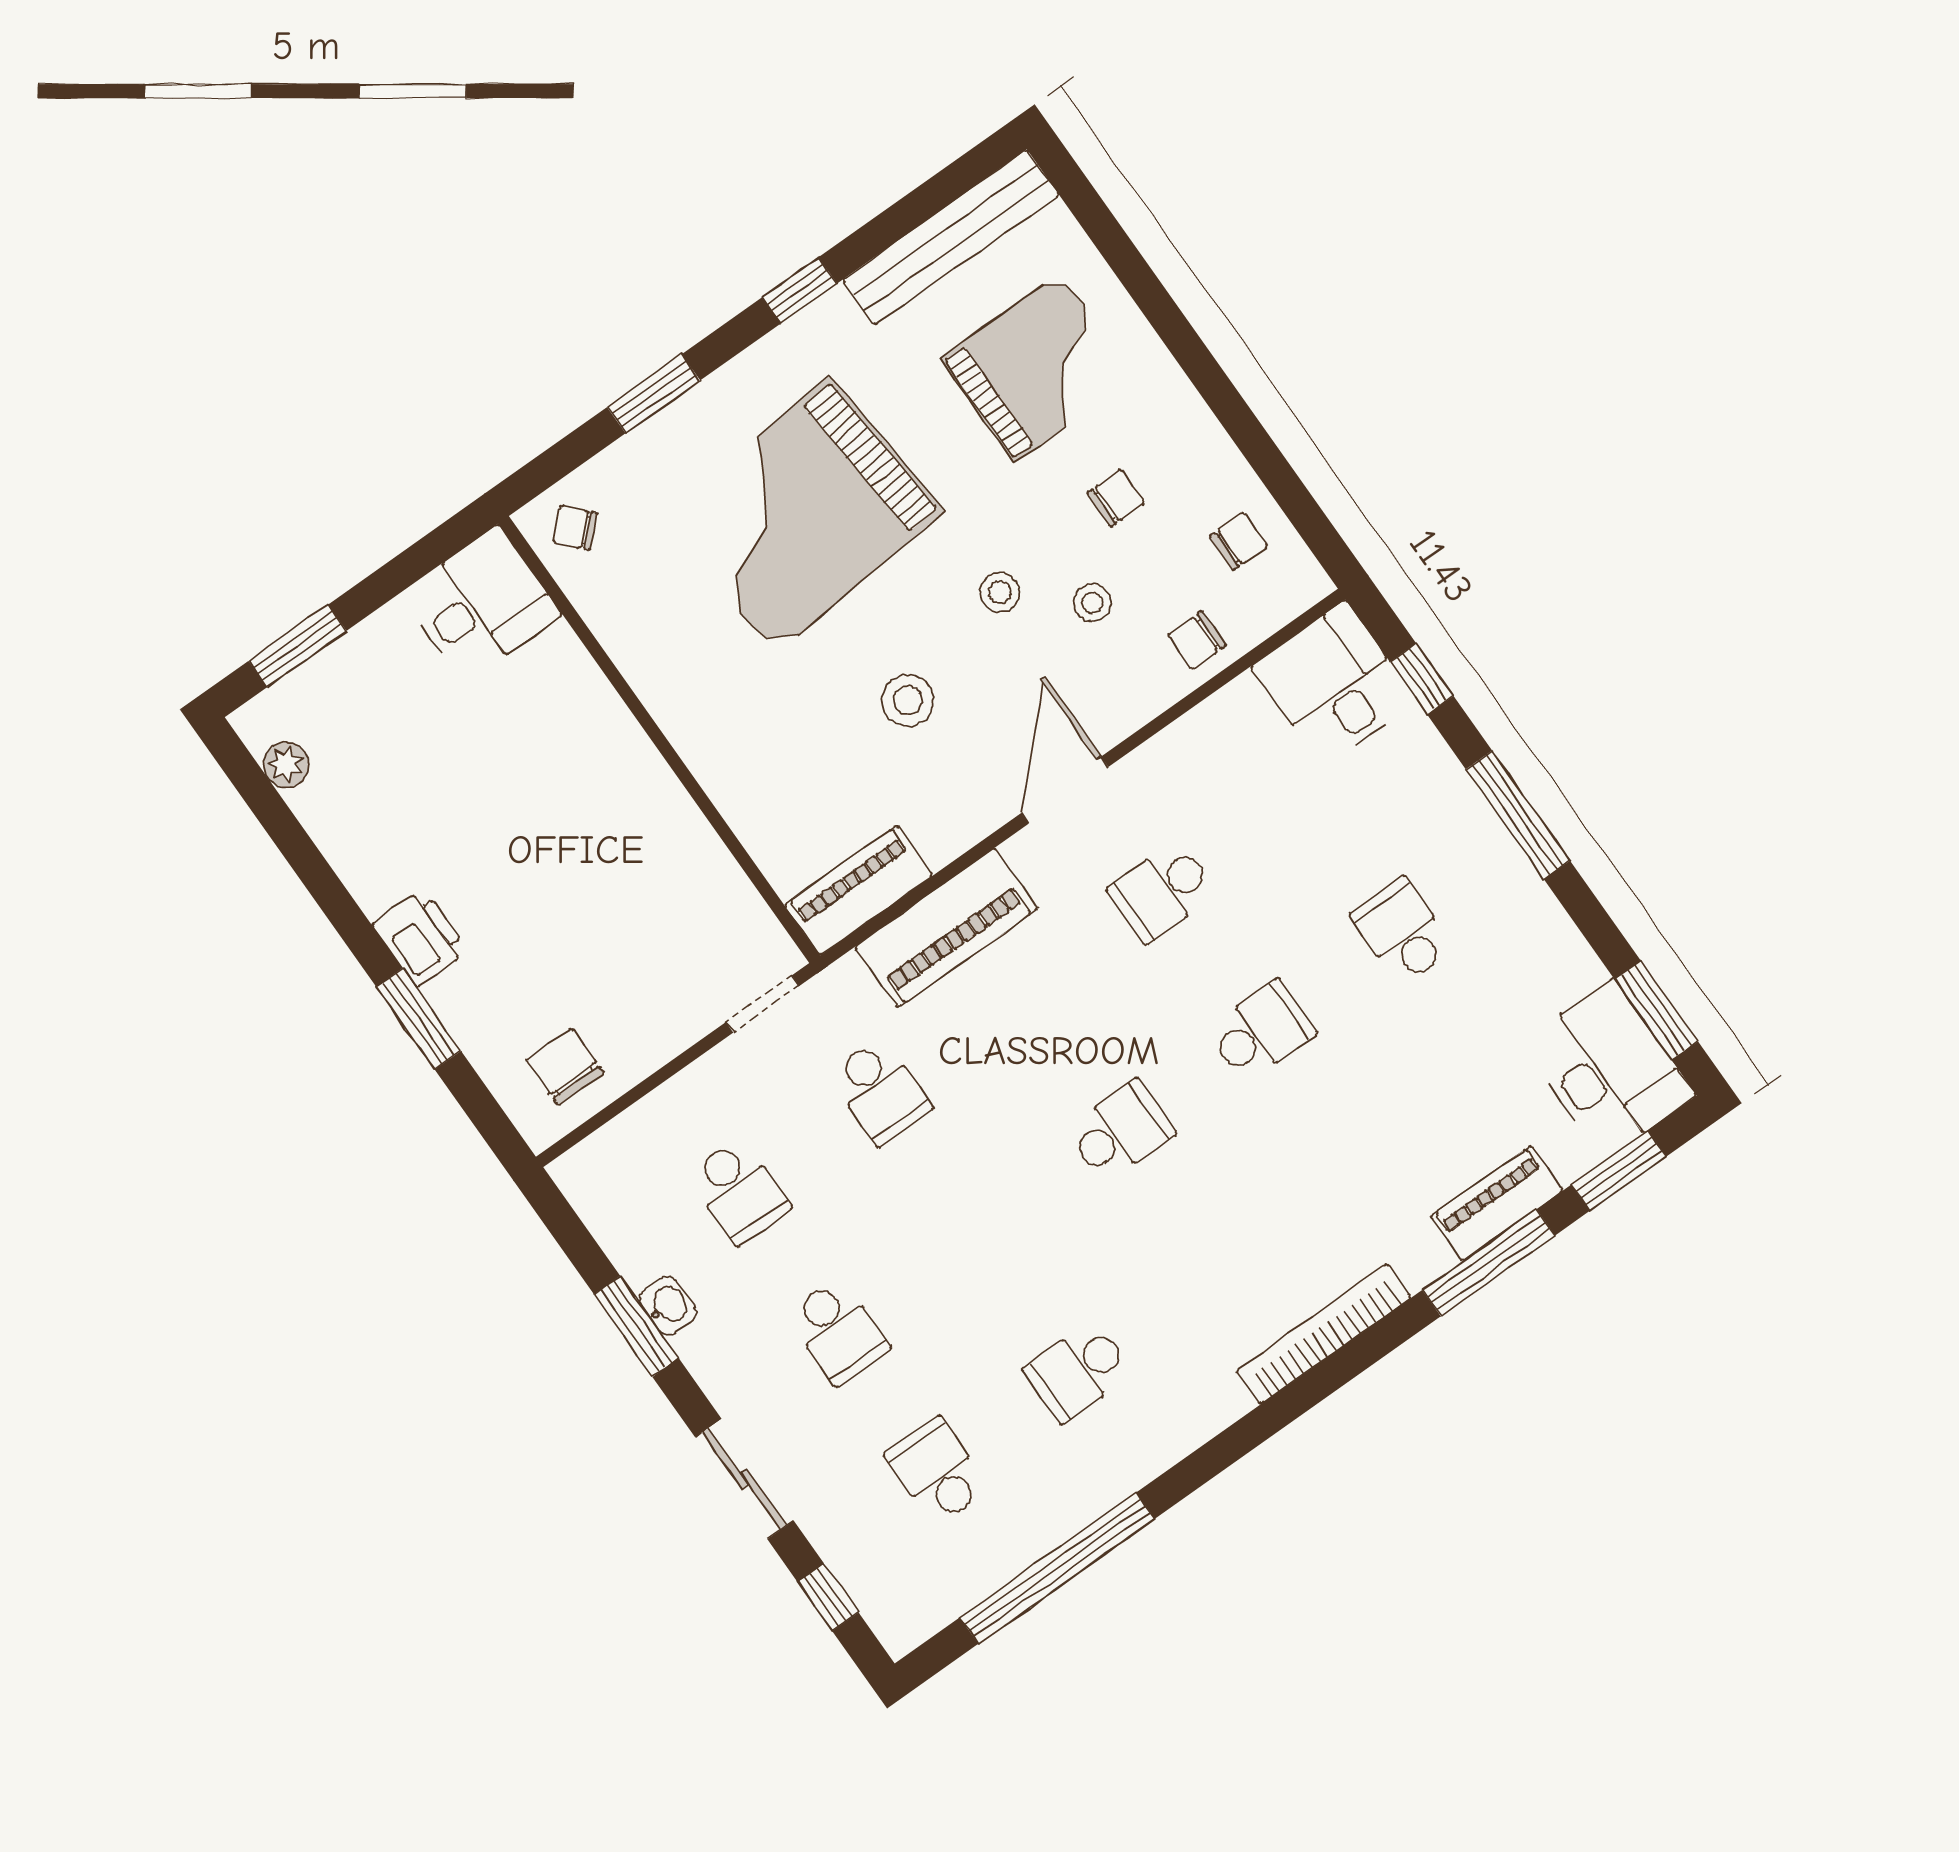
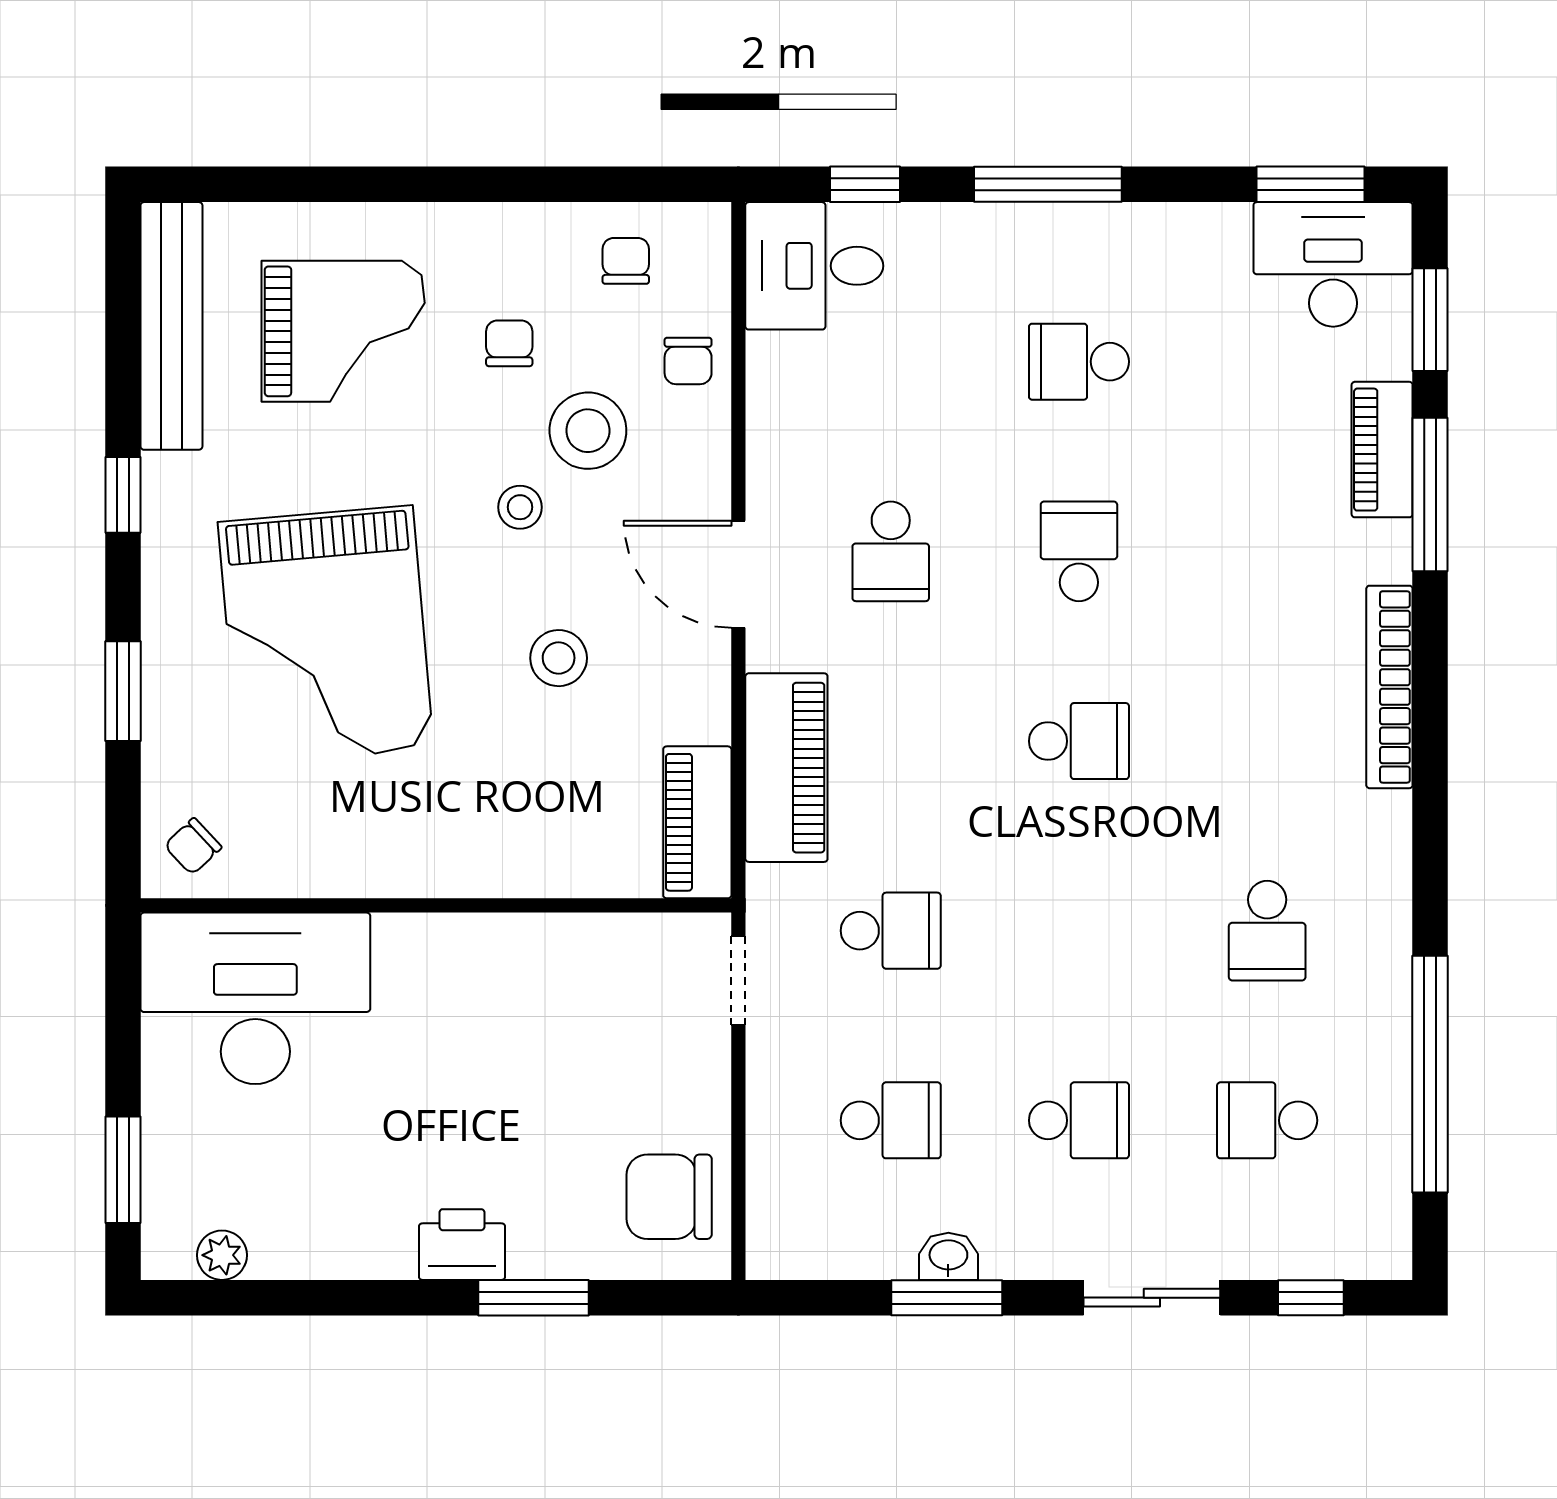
grand piano: (1037, 368) -> (343, 331), turned 90
stool: (1092, 602) -> (588, 431), width x1.89, depth x1.89
desk: (481, 604) -> (255, 998), width x1.87, depth x1.30
chair: (565, 1066) -> (669, 1197), width x1.37, depth x1.37
school desk: (1120, 1131) -> (1079, 741), turned 90

